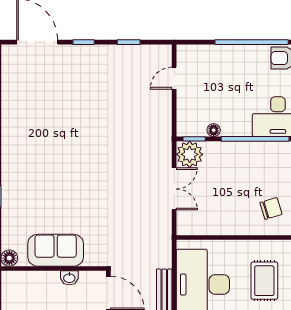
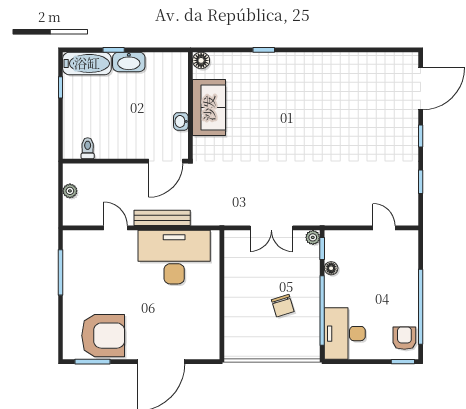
plant: (190, 154) -> (313, 237), width x0.53, depth x0.53
chair: (271, 208) -> (283, 306), moved
rug: (264, 281) -> (178, 320), removed

